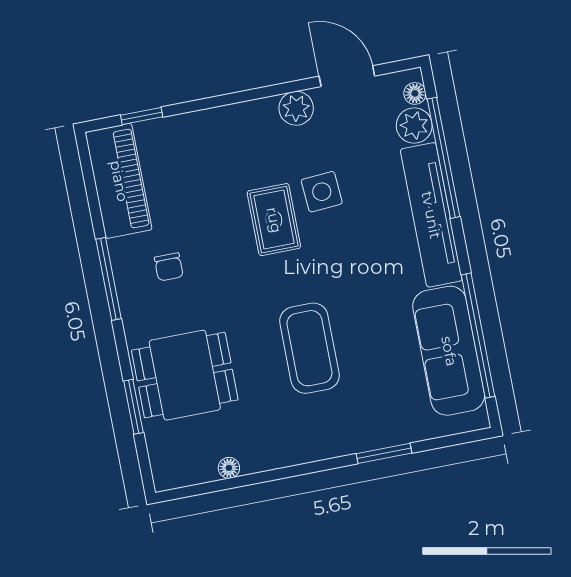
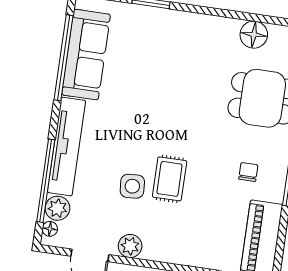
coffee table: (309, 348) -> (176, 88), removed
floor lamp: (229, 468) -> (254, 35), width x1.89, depth x1.89

